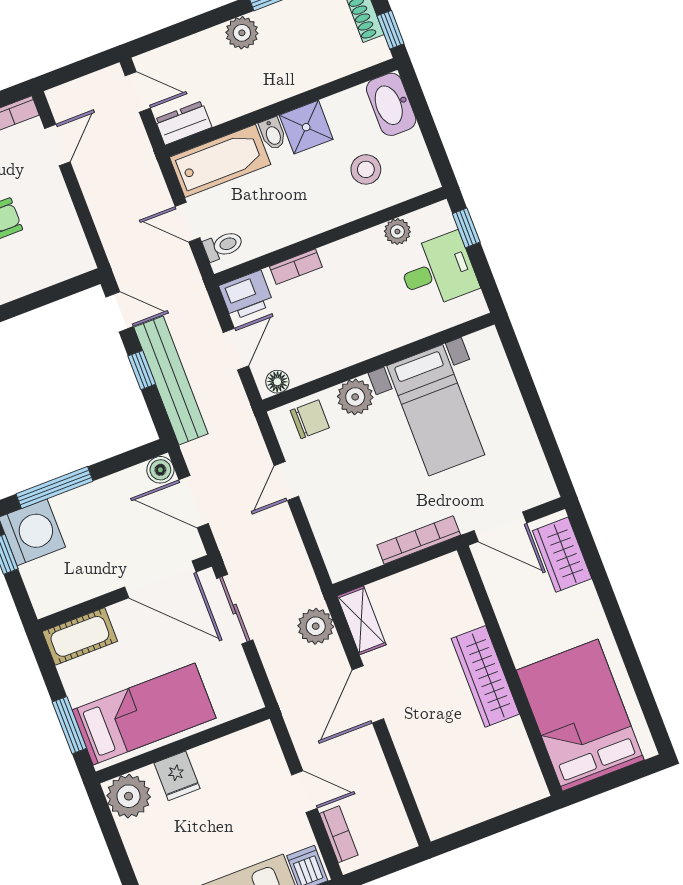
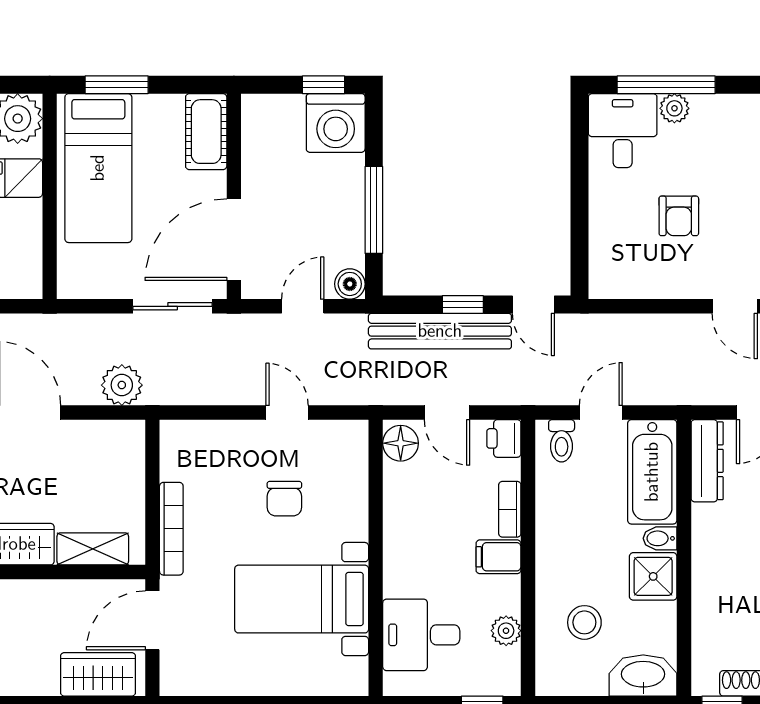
dresser: (183, 123) -> (707, 461), width x1.44
filing cabinet: (339, 261) -> (498, 557), added
desk: (438, 271) -> (421, 635), moved, turned 90
printer: (246, 295) -> (504, 438), width x0.73, depth x0.81
door: (119, 312) -> (533, 304), hinge flipped
floor lamp: (277, 382) -> (401, 443), width x1.37, depth x1.37
plant: (355, 397) -> (348, 519), removed
chair: (310, 419) -> (284, 499), moved
window: (54, 487) -> (374, 210), moved
door: (194, 502) -> (303, 306), width x0.73
shelving: (361, 620) -> (93, 549), moved

